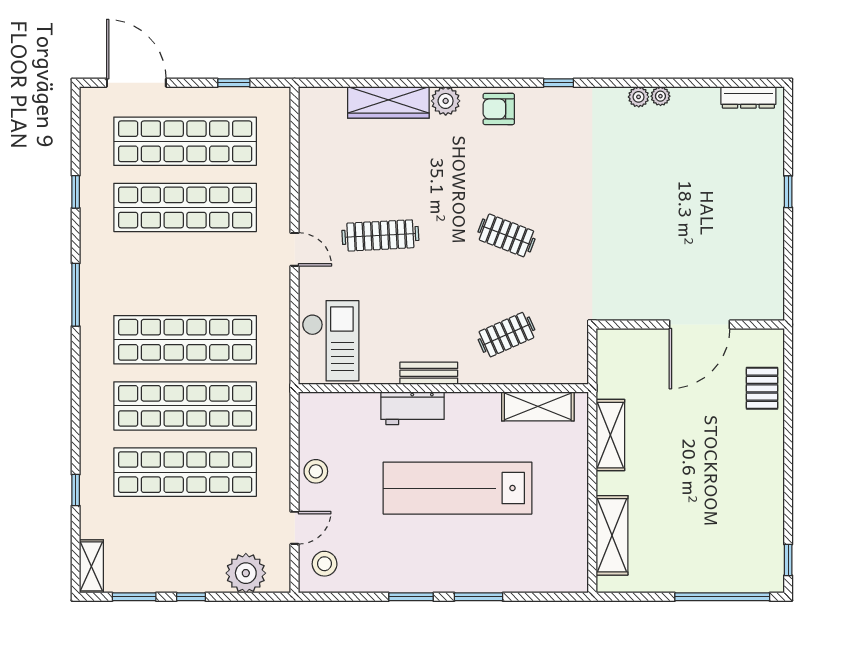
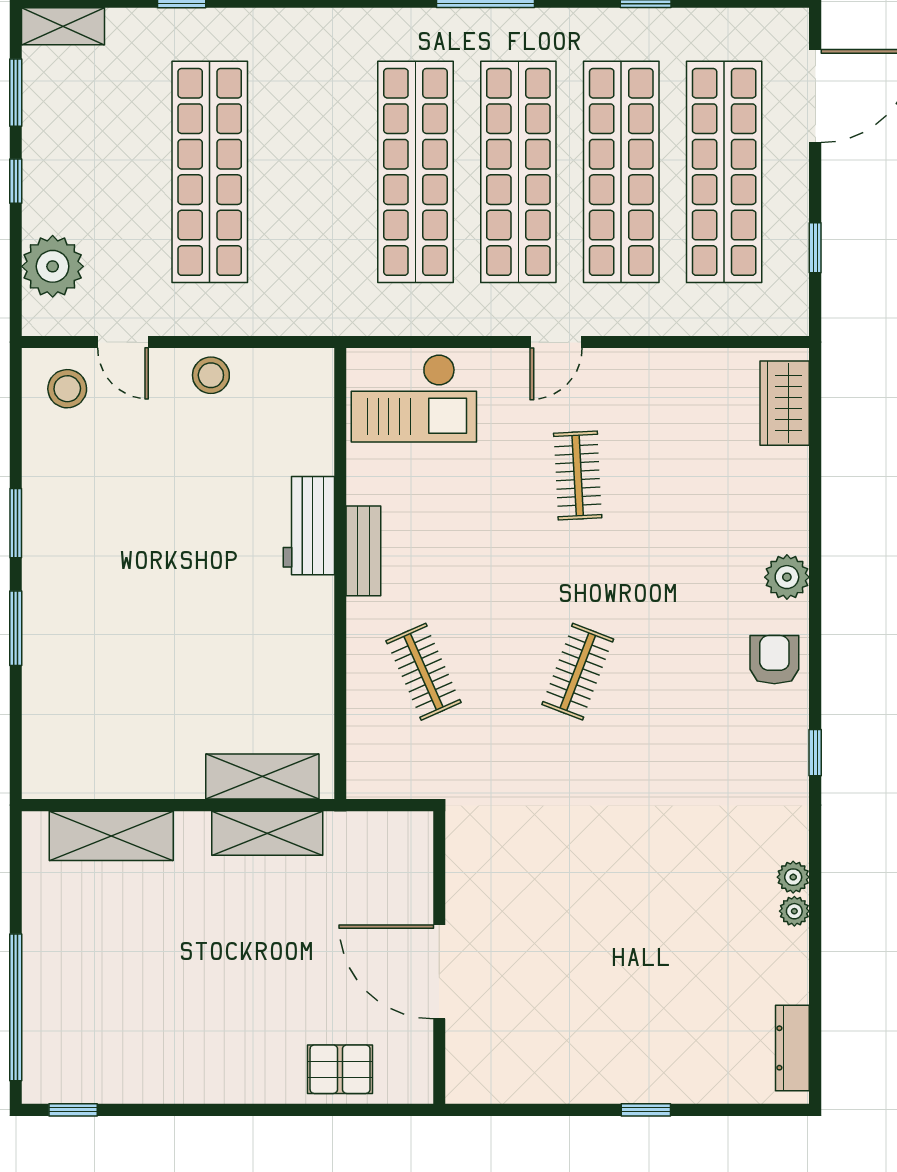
wardrobe: (388, 102) -> (785, 403), moved, width x0.67
clothes rail: (380, 235) -> (578, 475), width x0.73
shop shelf: (185, 406) -> (518, 172), moved
shelving: (538, 406) -> (262, 777), moved, turned 90
lab bench: (458, 488) -> (185, 596), removed

